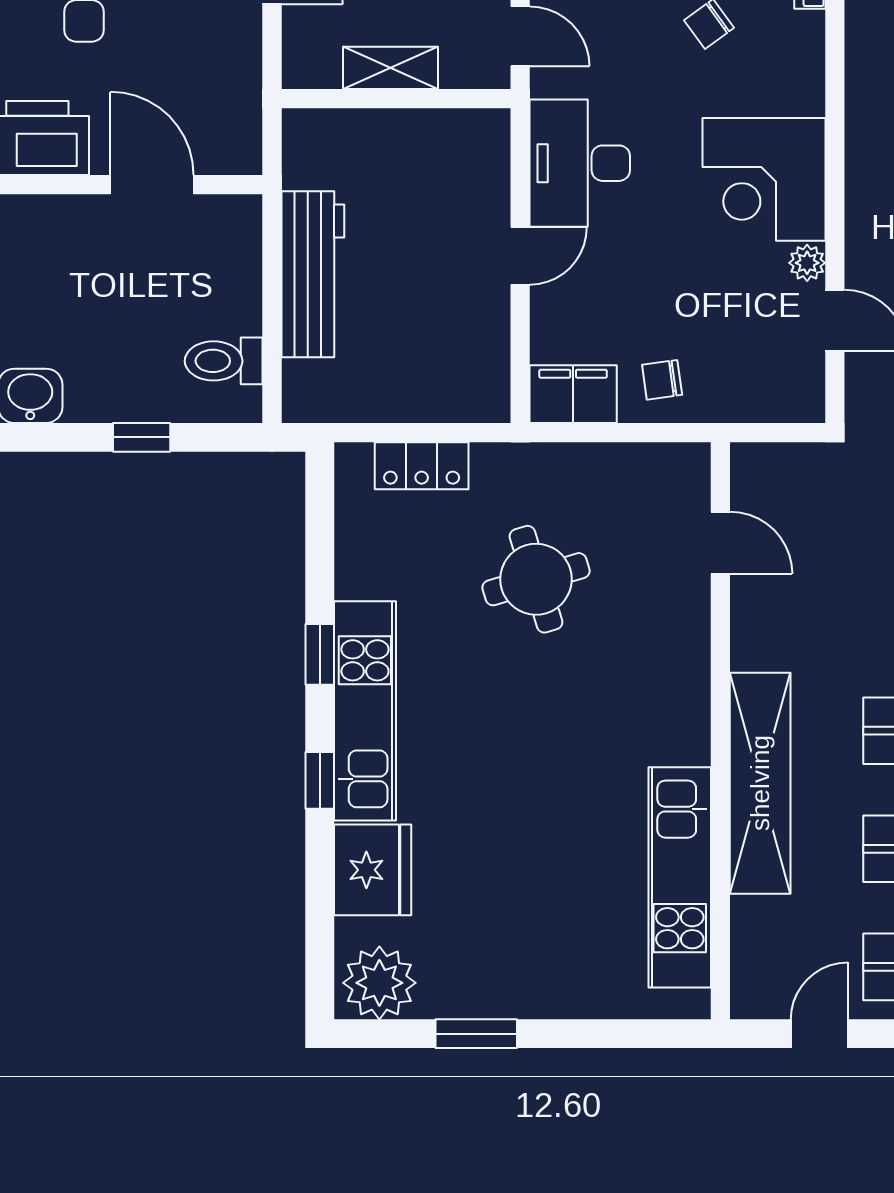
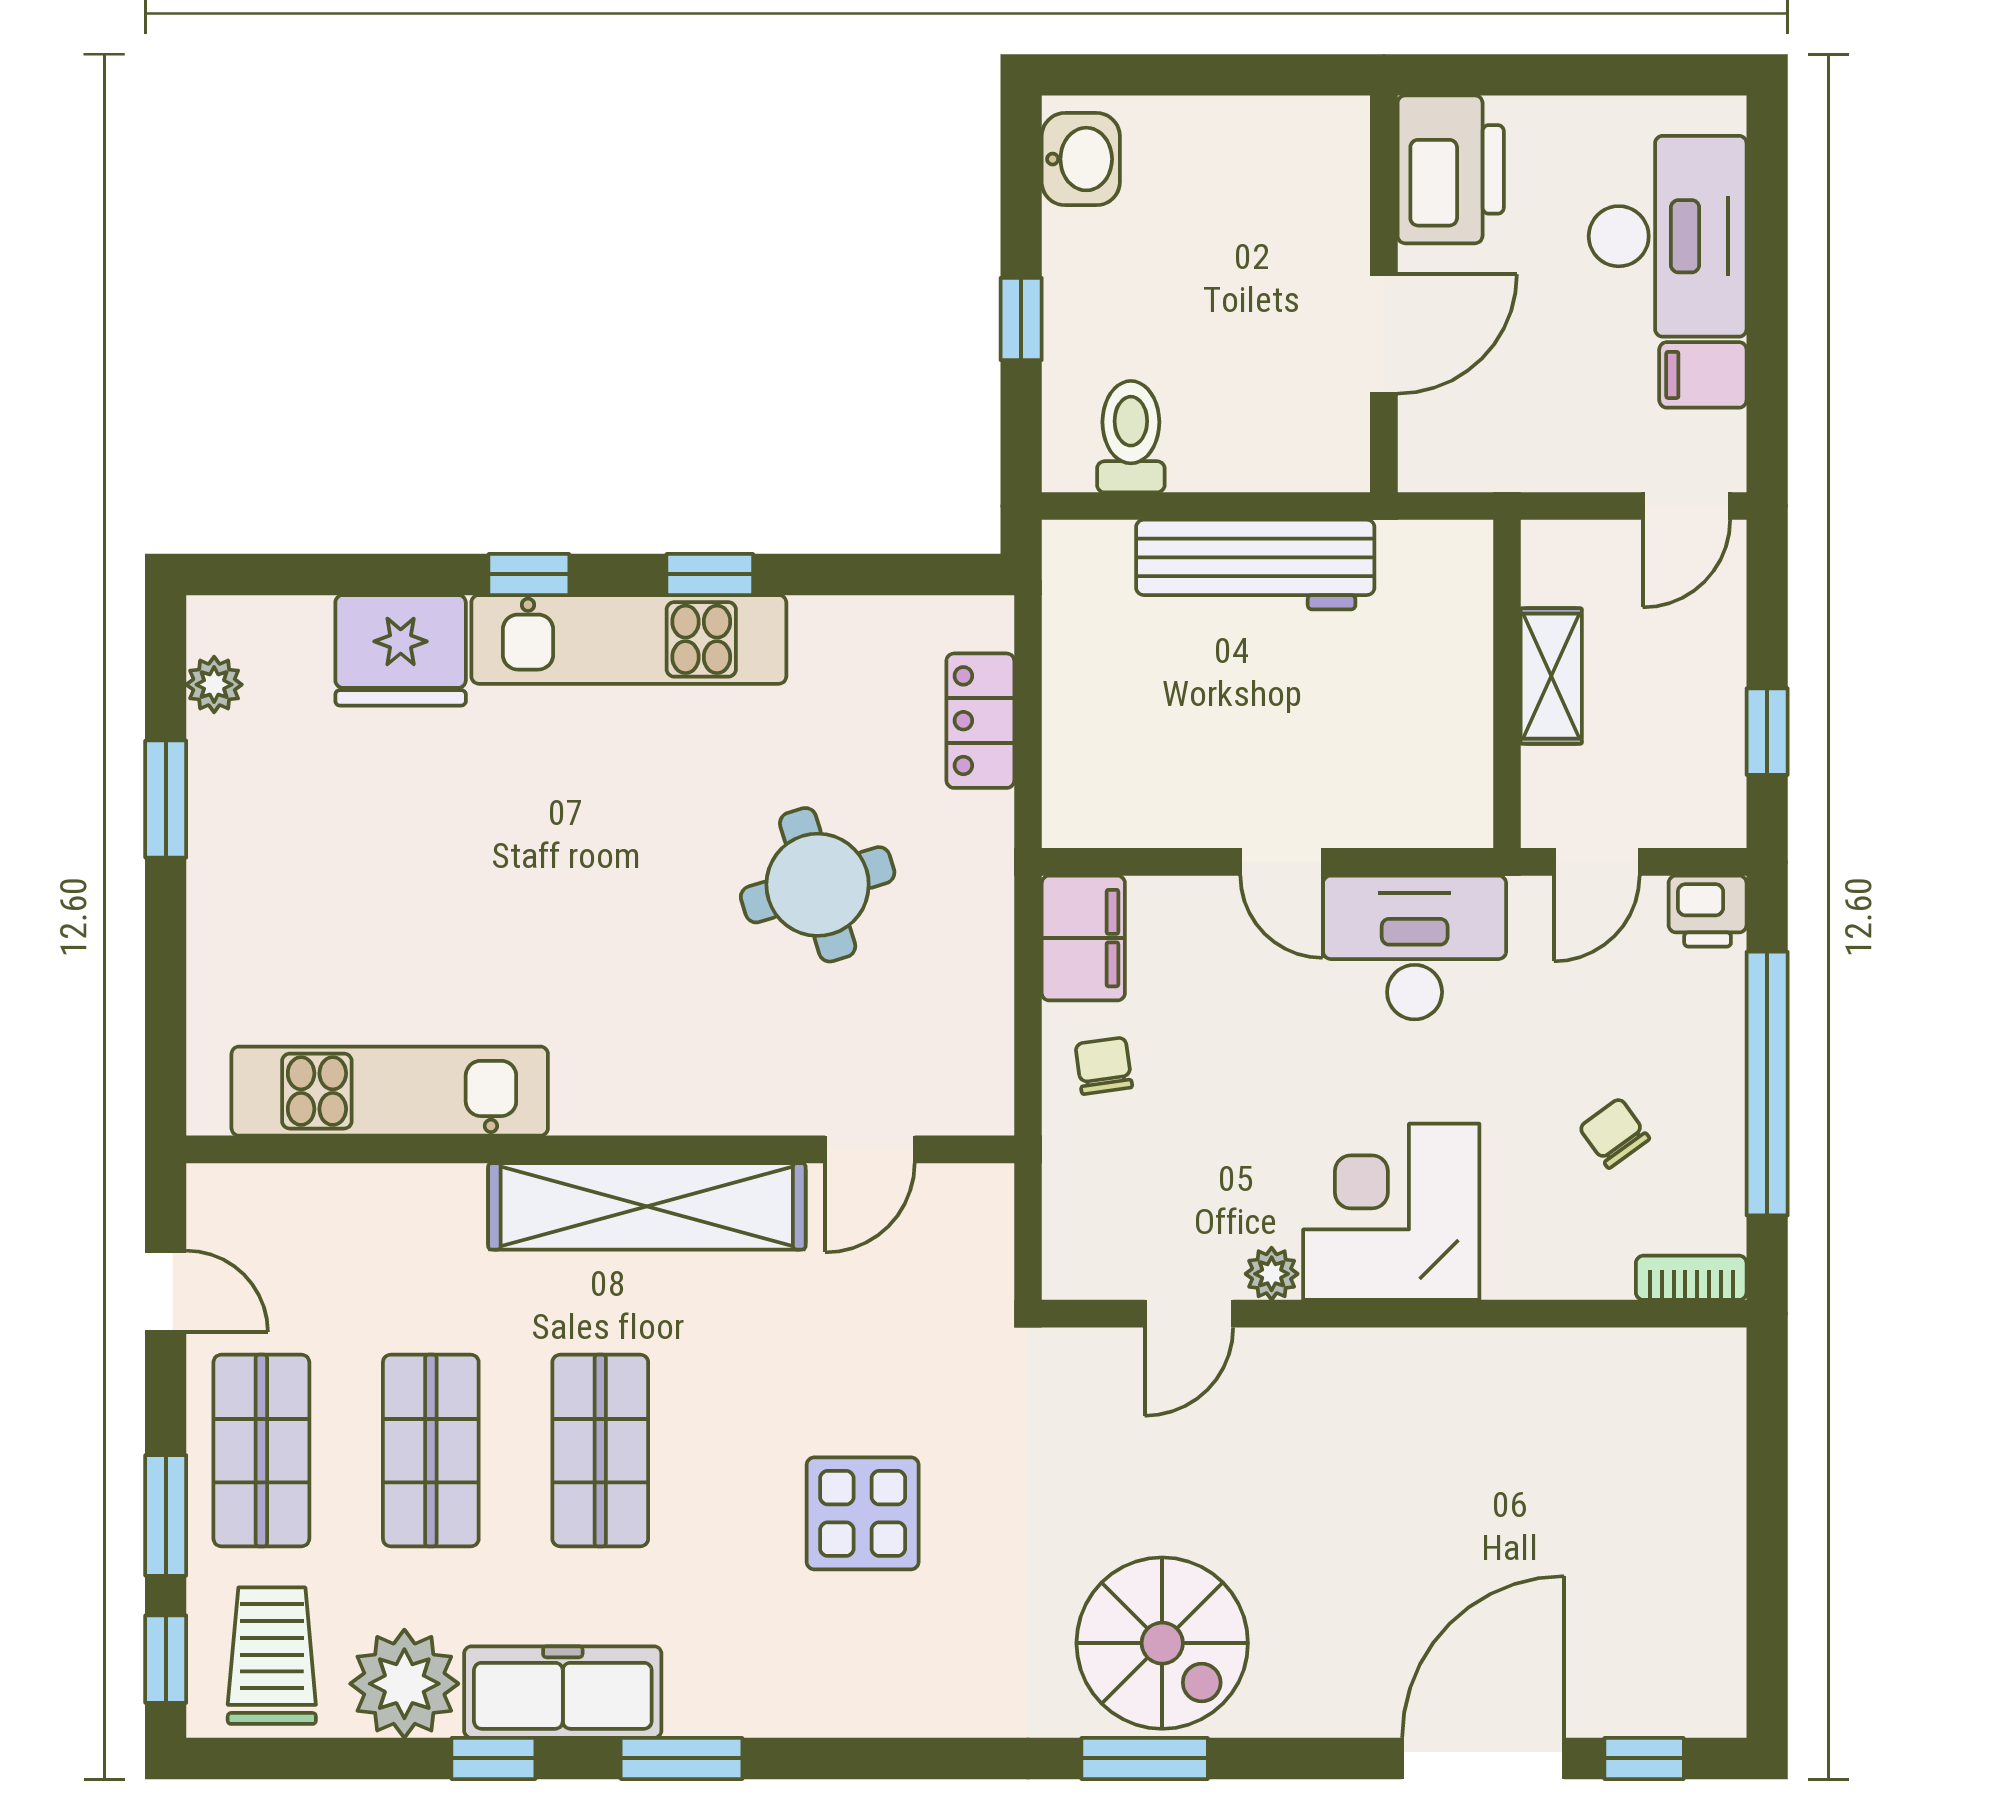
shelving: (760, 783) -> (647, 1206), moved
plant: (379, 983) -> (214, 685), width x0.53, depth x0.53

